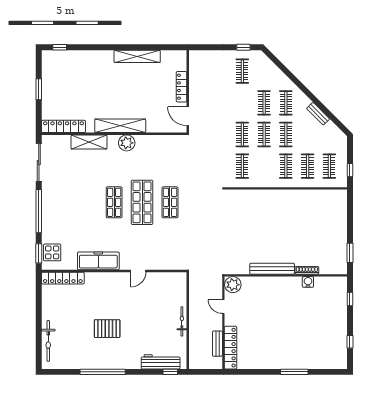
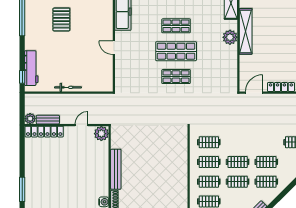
clothes rail: (242, 135) -> (209, 162), moved
plant: (216, 363) -> (30, 119), added

